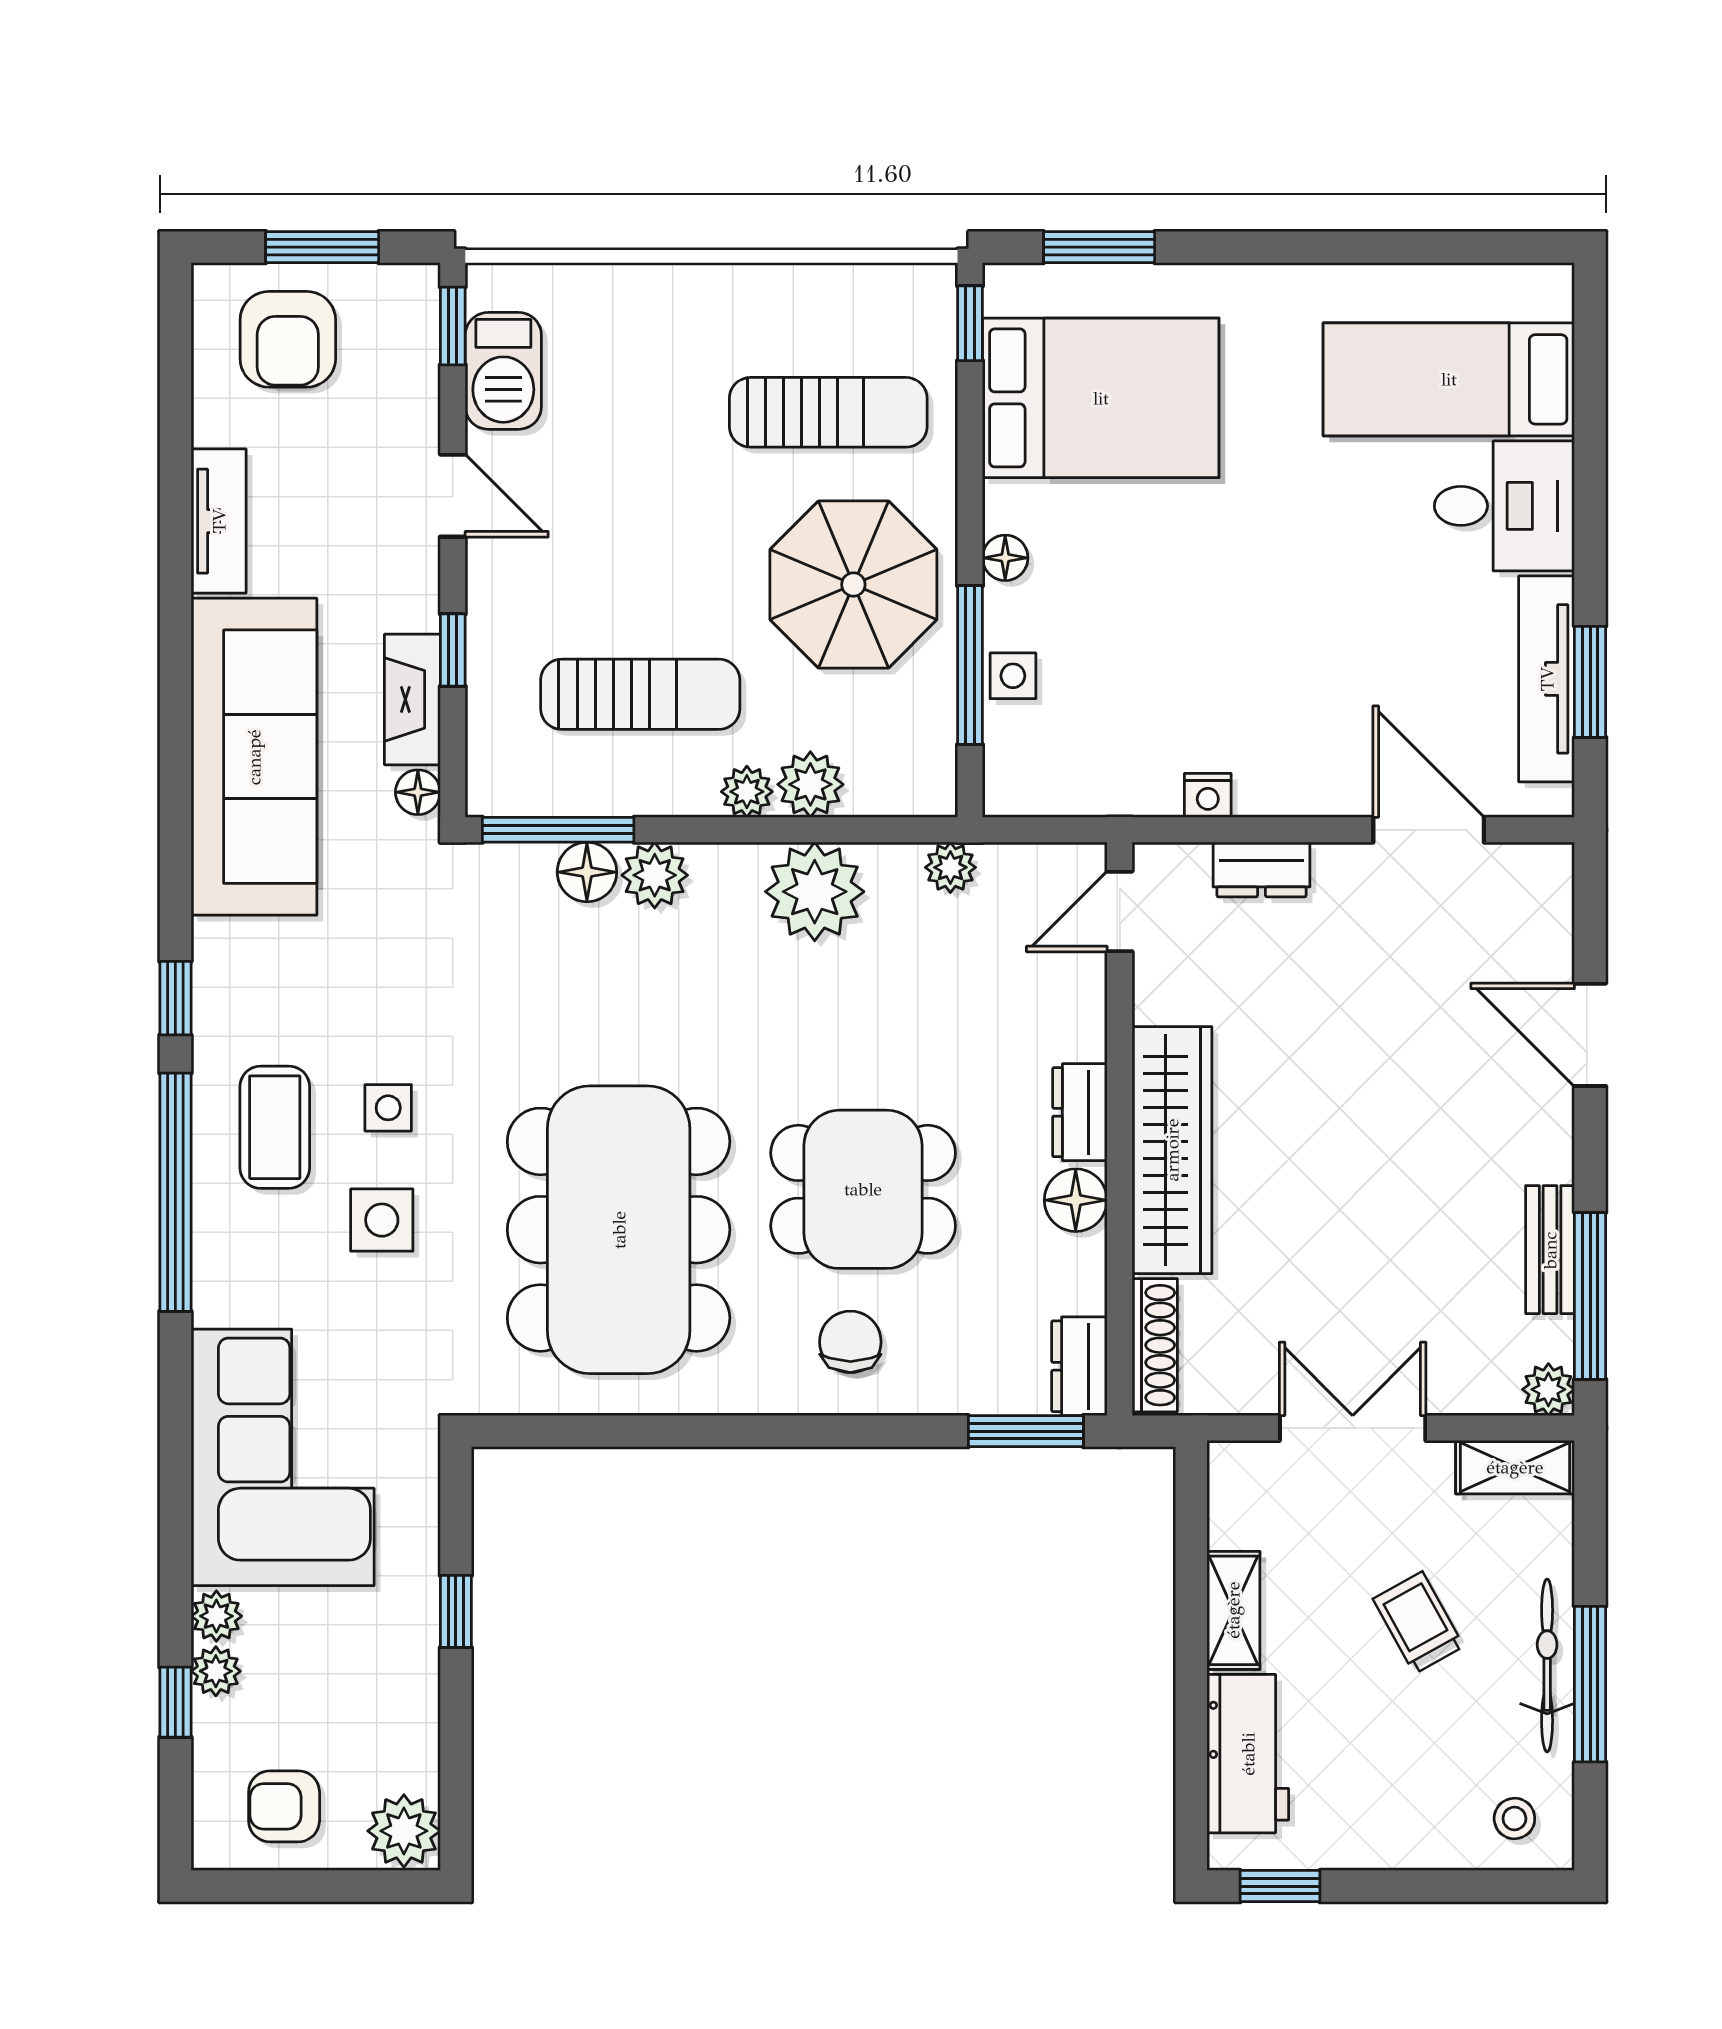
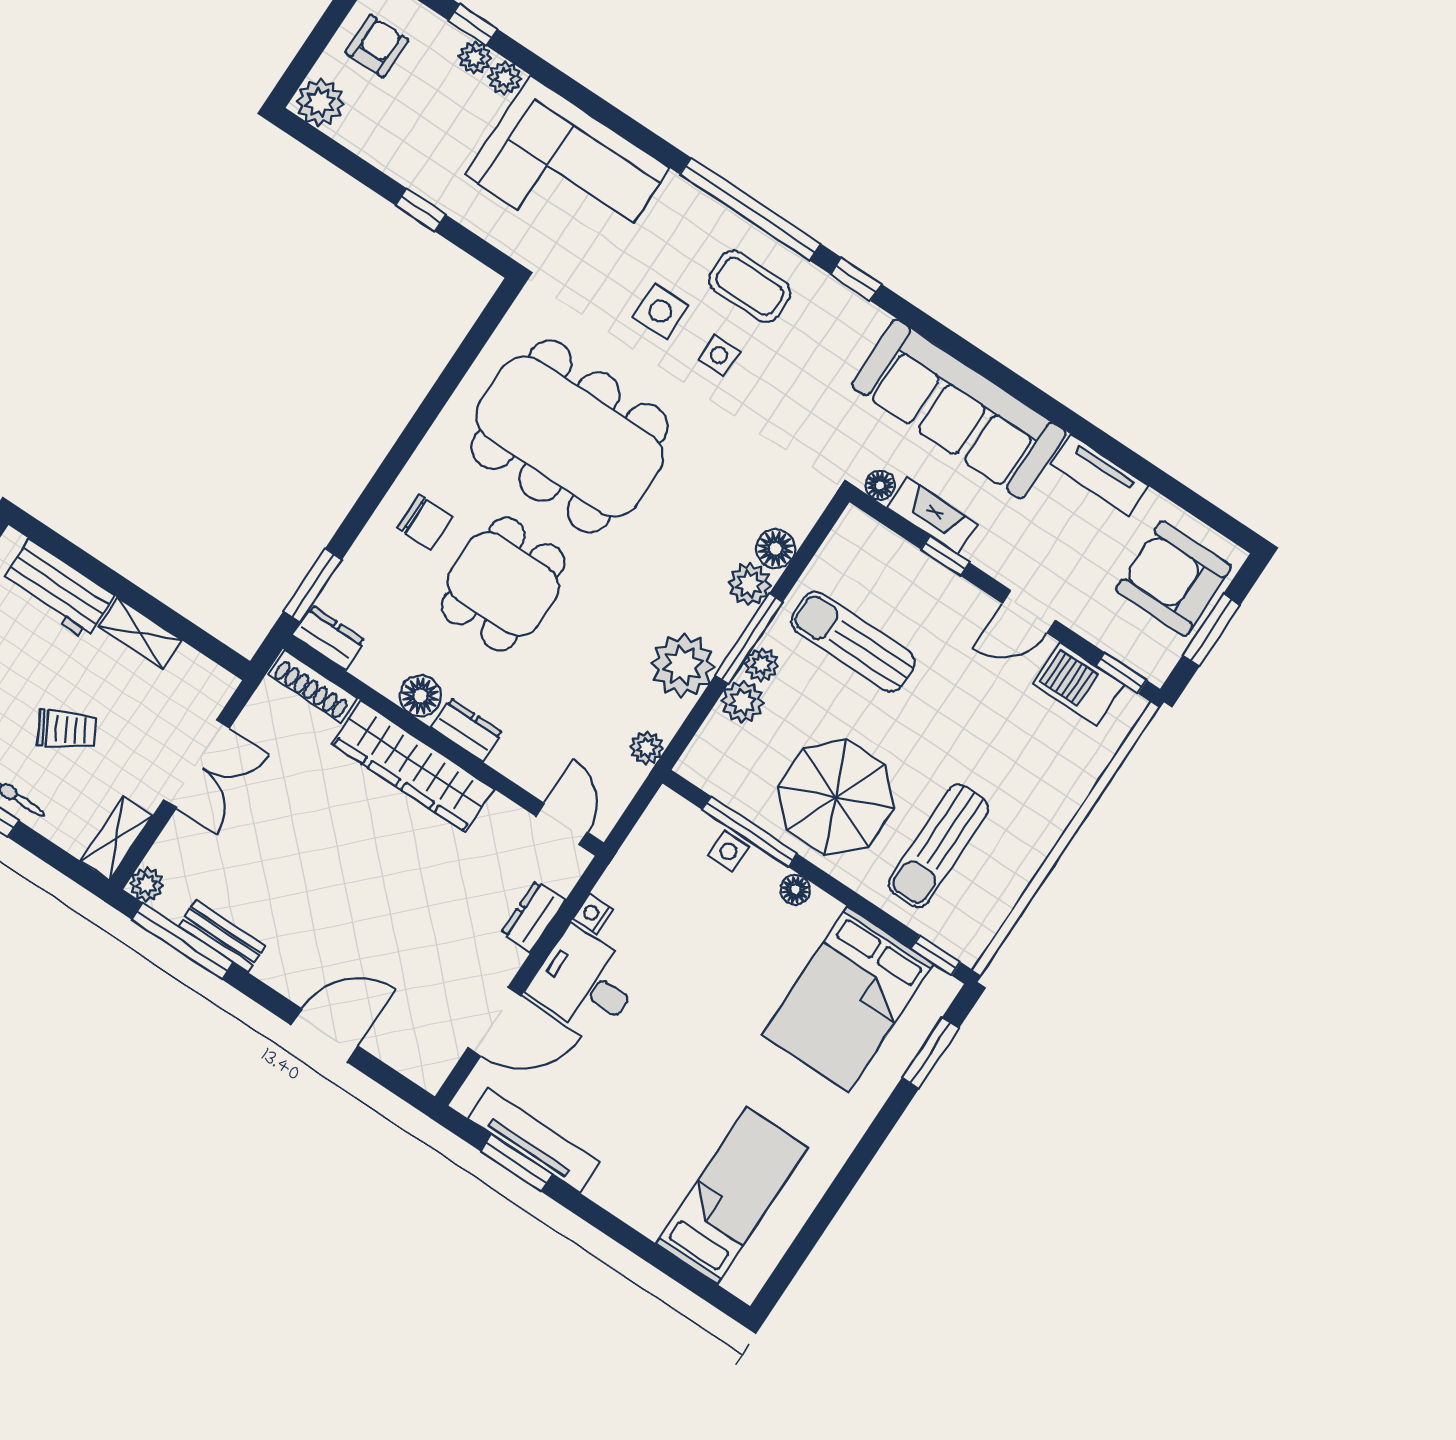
armchair: (288, 339) -> (1174, 578), width x1.36, depth x1.36
desk: (1504, 506) -> (585, 982), moved, turned 90
sun lounger: (640, 694) -> (853, 642), turned 90
window: (558, 830) -> (749, 639), moved

